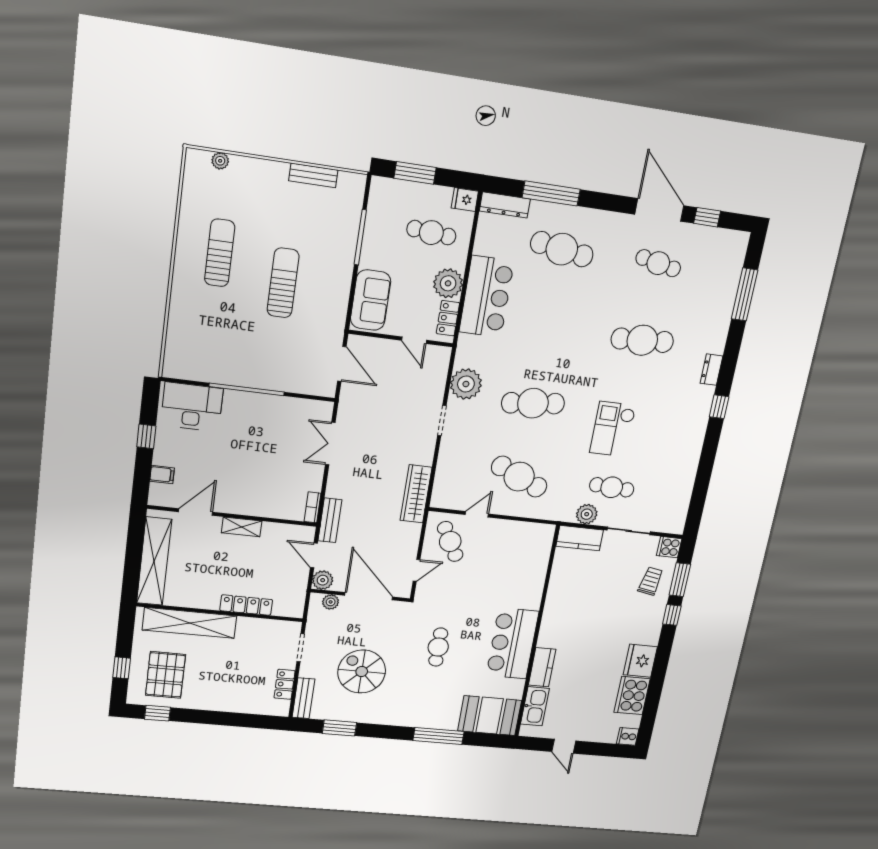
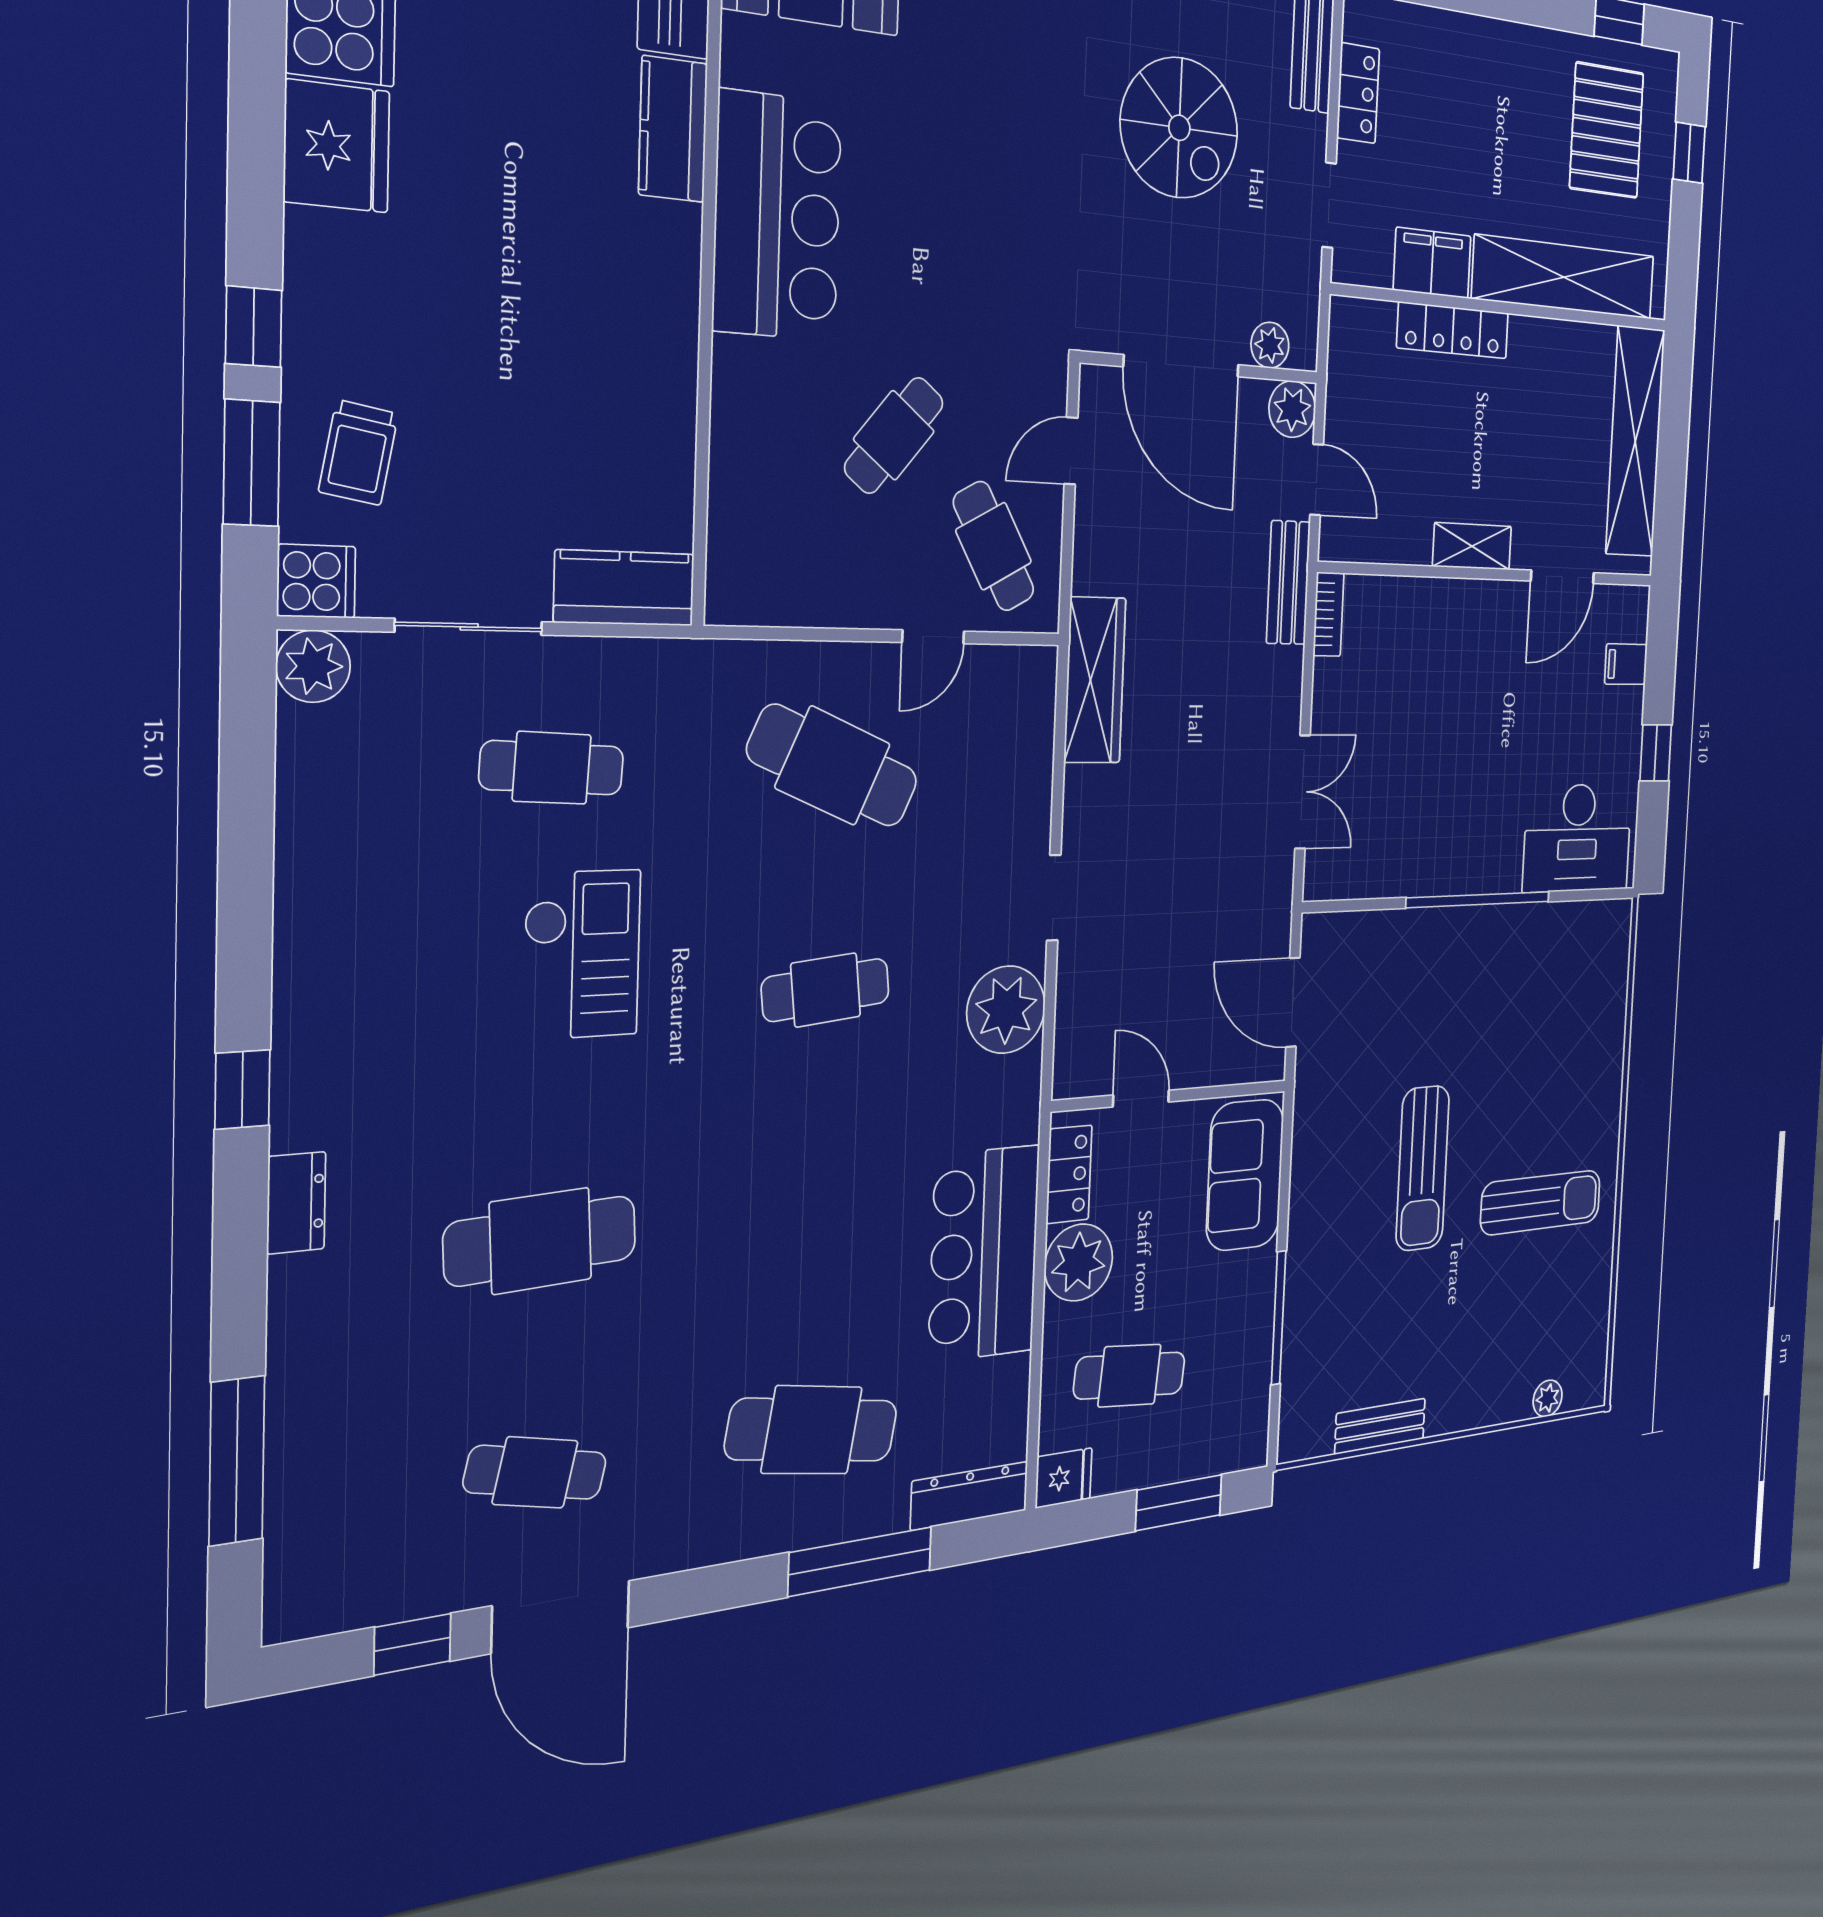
sun lounger: (220, 253) -> (1541, 1202), turned -90
cafe table: (533, 403) -> (826, 990), width x0.73, depth x0.74
plant: (587, 514) -> (313, 666), moved
filing cabinet: (255, 628) -> (1432, 263), added
cafe table: (438, 647) -> (894, 435), moved, turned 39

